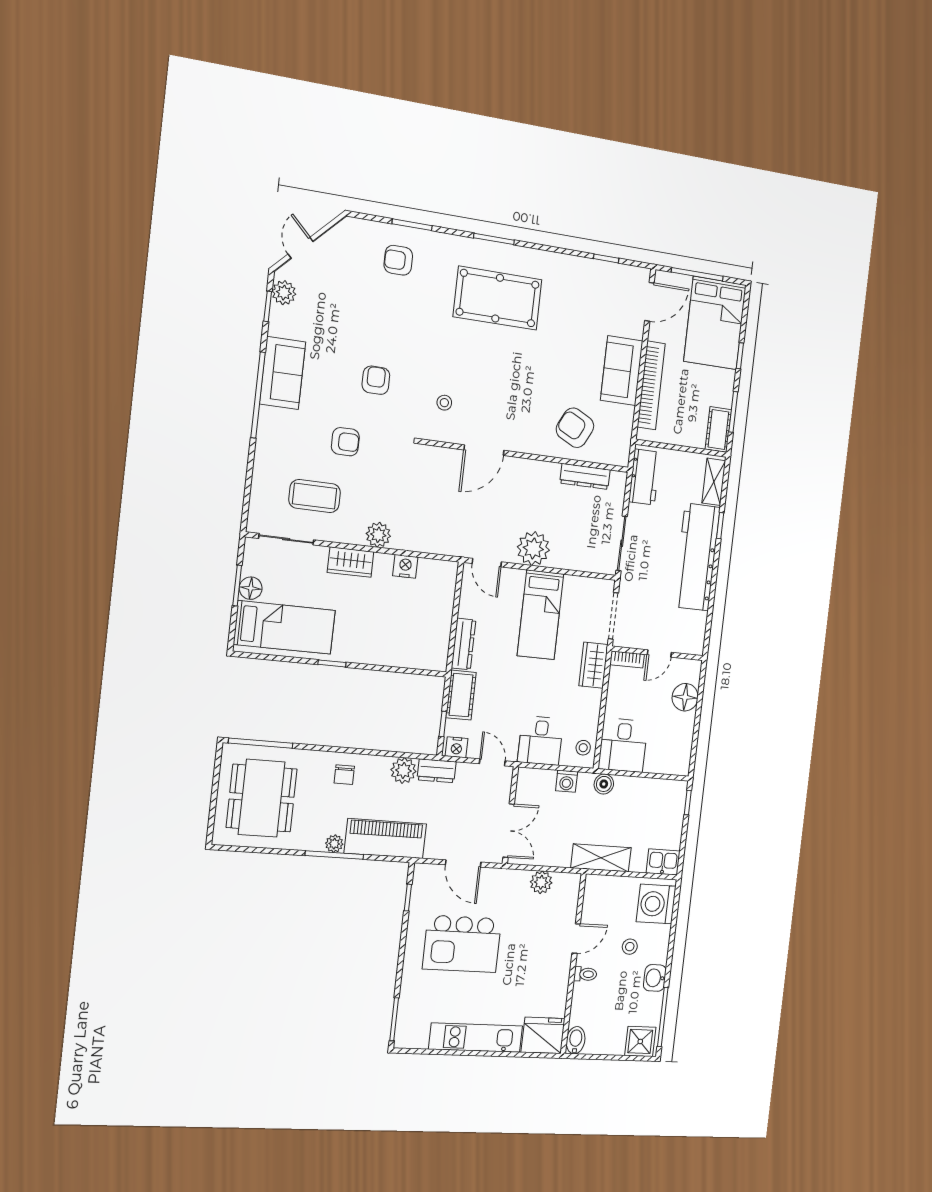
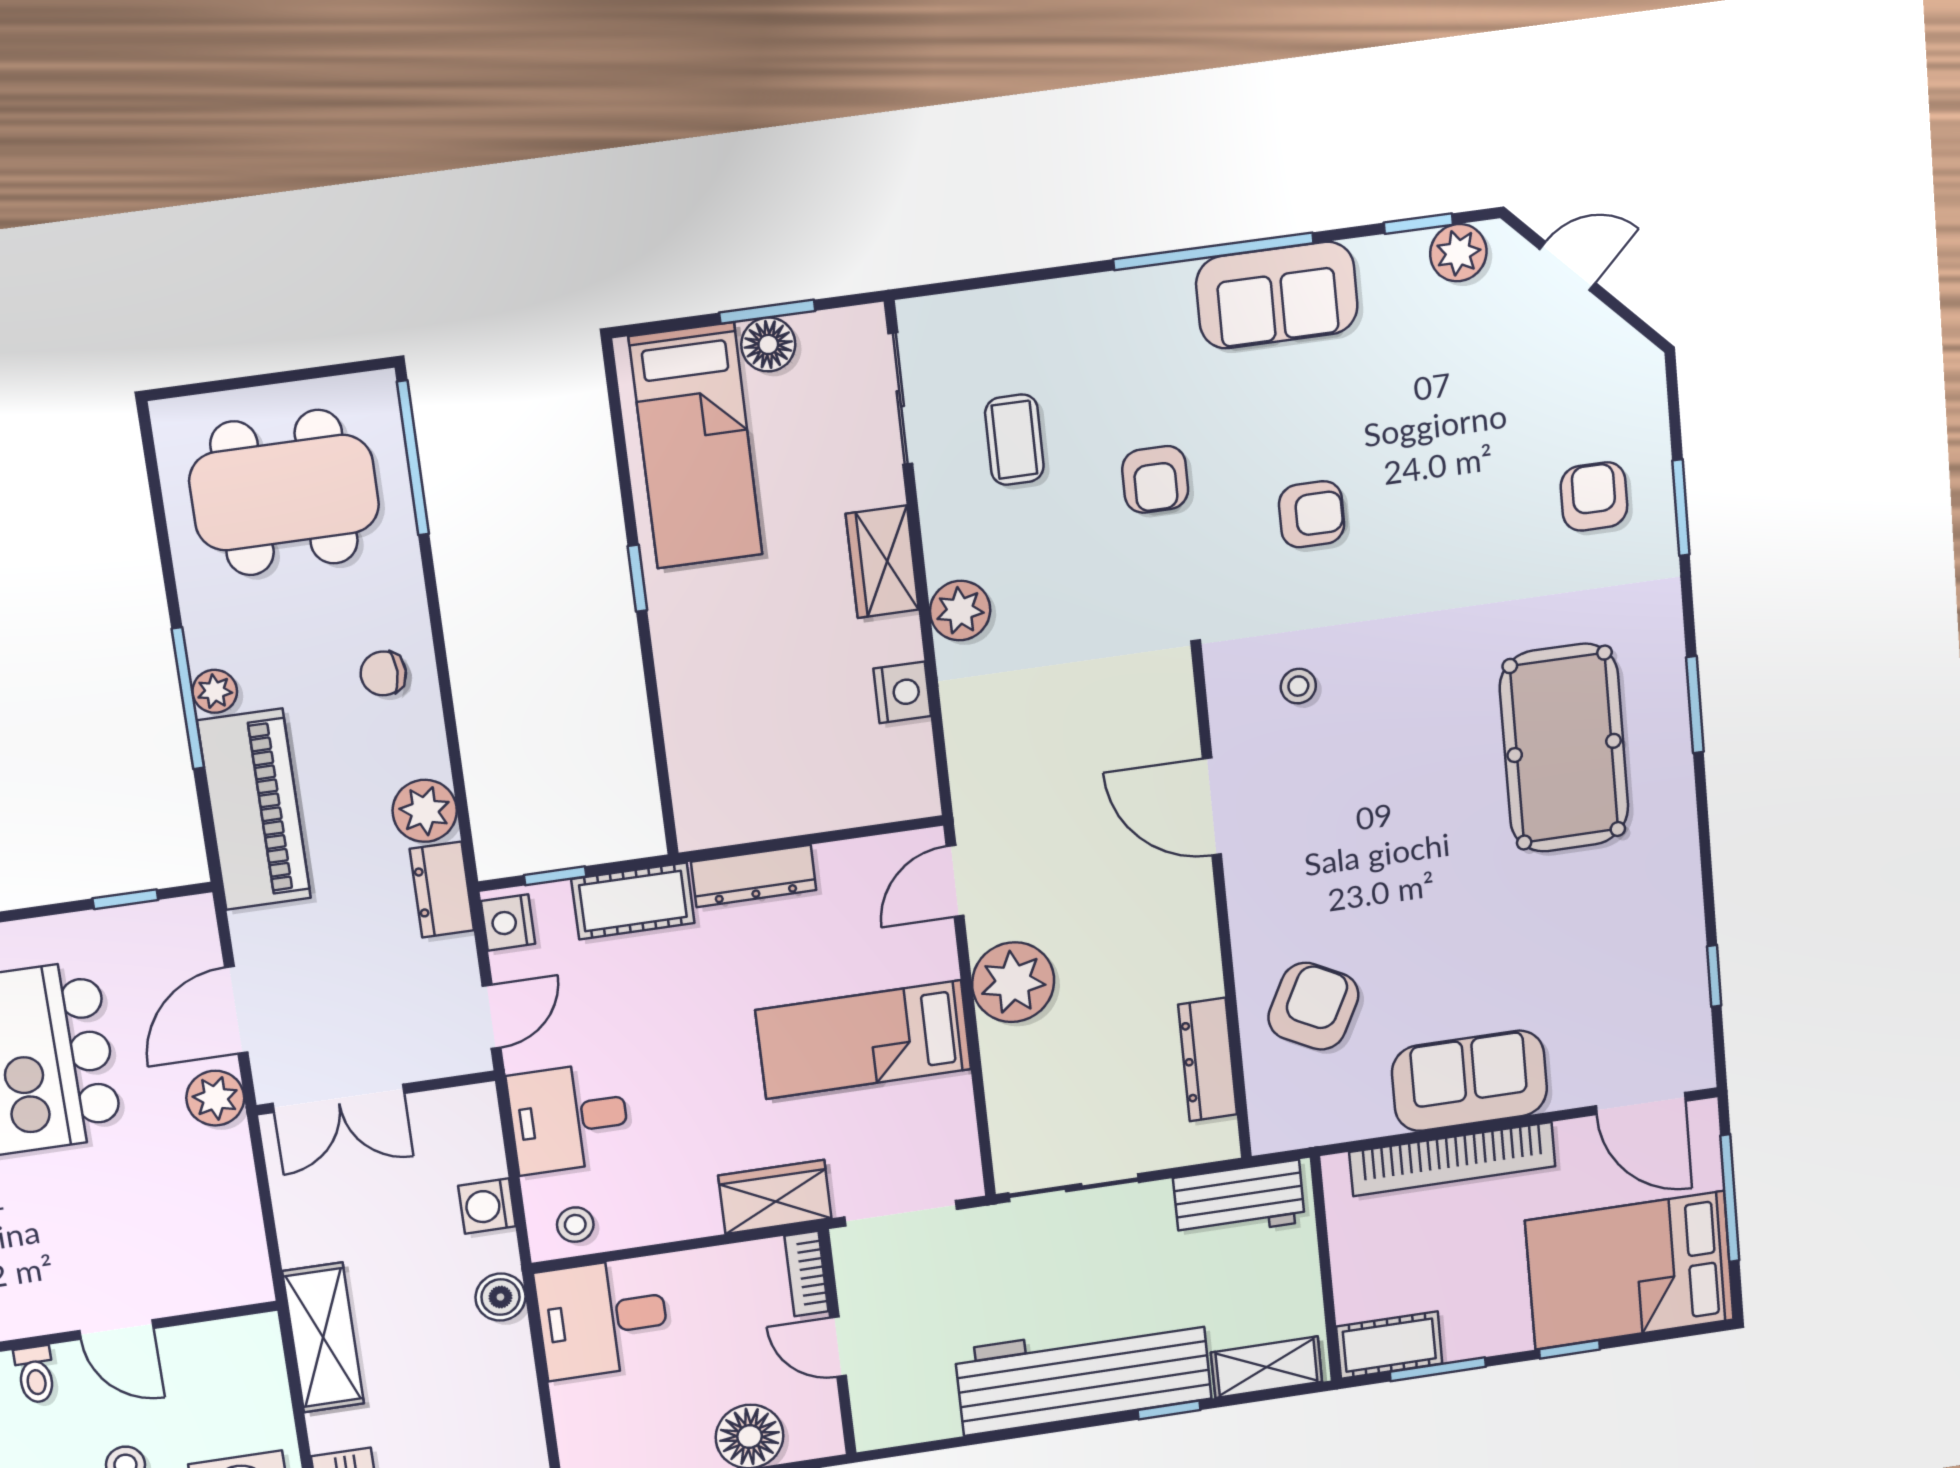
coffee table: (315, 496) -> (1014, 440), width x0.73, depth x0.77
plant: (541, 882) -> (215, 1098), moved

